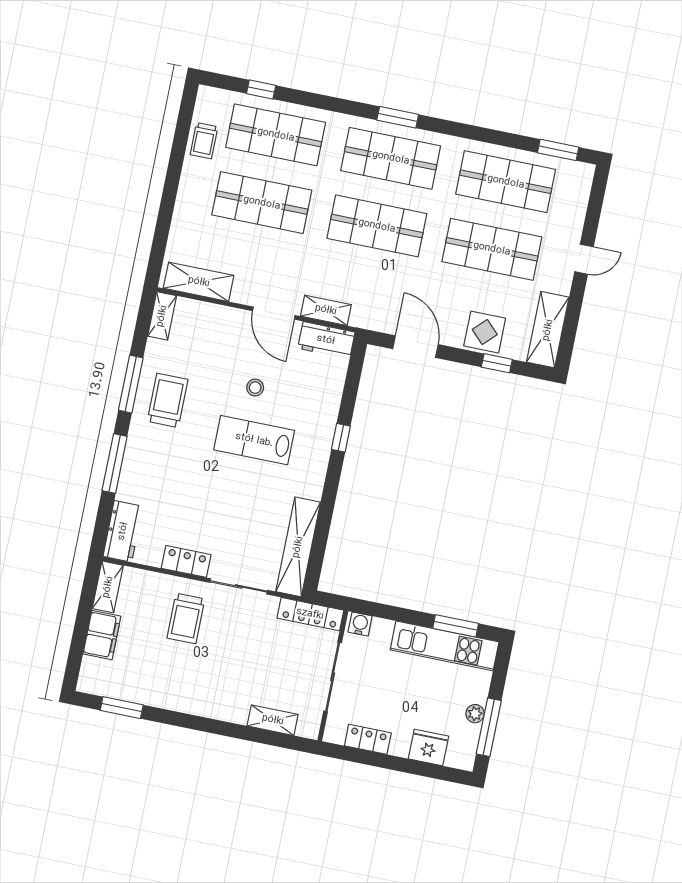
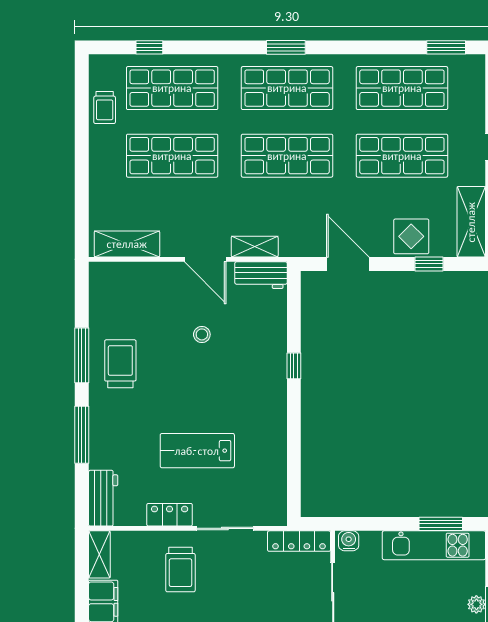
shelving: (162, 316) -> (99, 284), removed
lab bench: (254, 440) -> (197, 451), moved
shelving: (298, 547) -> (274, 479), removed

